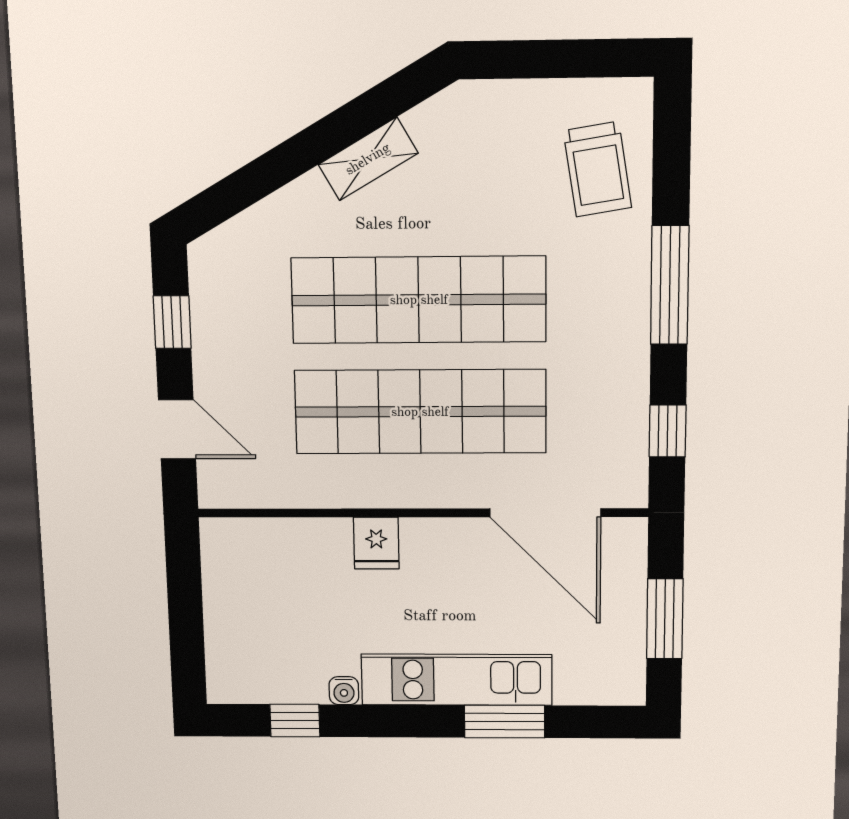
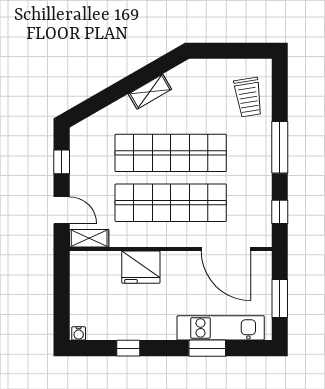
shelving: (241, 490) -> (89, 238), added
fridge: (376, 543) -> (141, 267), width x1.88, depth x1.34
kitchen unit: (457, 680) -> (221, 328), moved
water cooler: (344, 691) -> (79, 333), moved
window: (295, 721) -> (128, 348), moved

